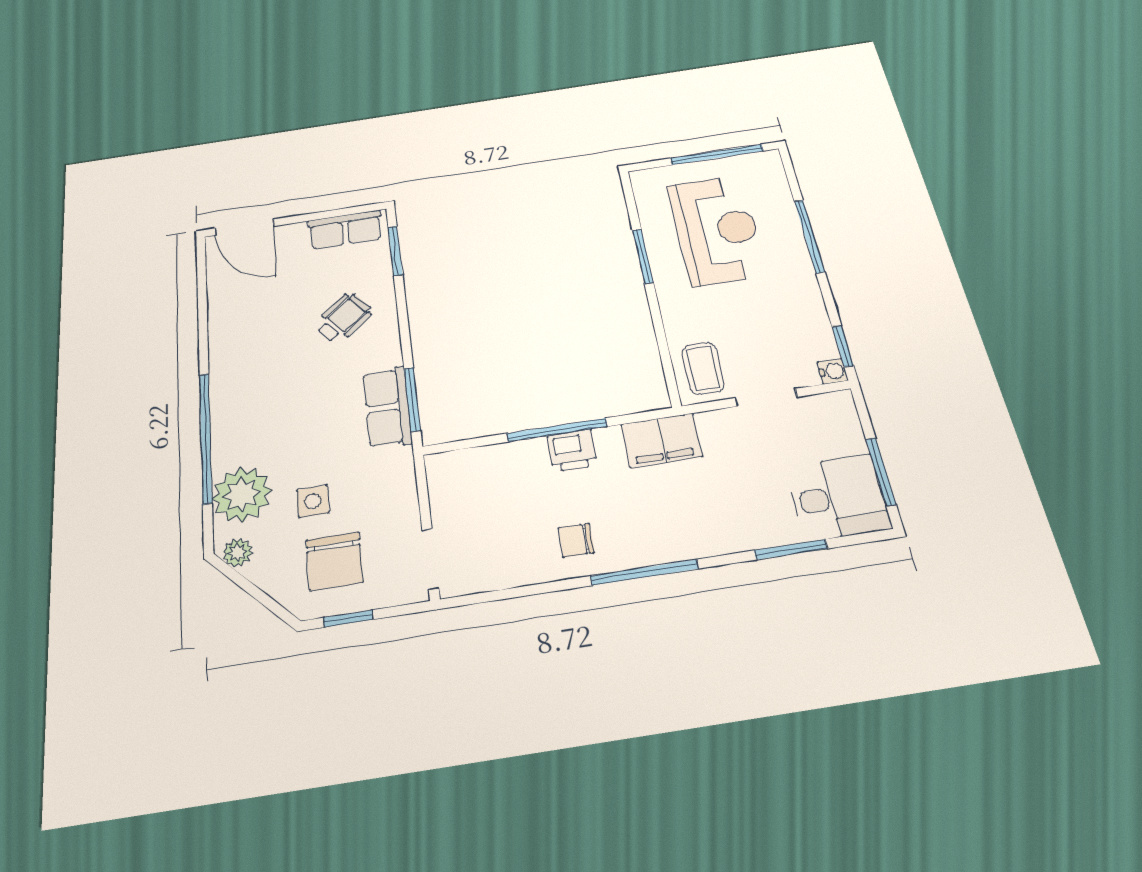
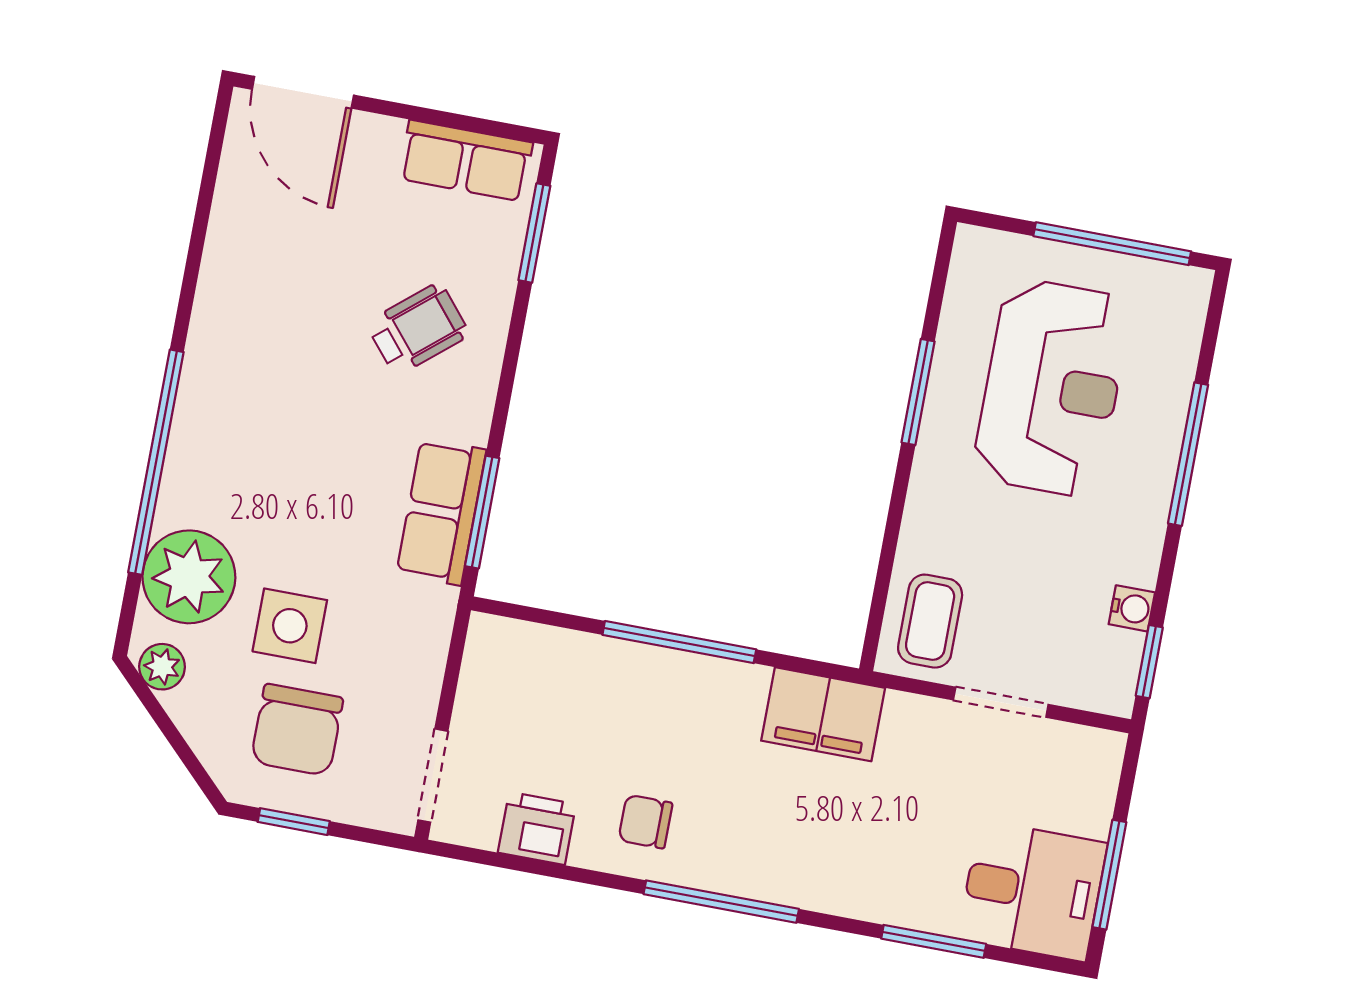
water cooler: (833, 371) -> (1132, 608), moved
printer: (572, 450) -> (537, 828), moved, turned 180
side table: (313, 501) -> (290, 626), width x1.37, depth x1.37

